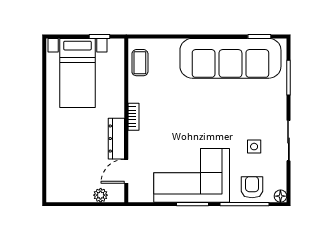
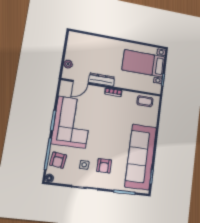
armchair: (252, 115) -> (104, 166), added
door: (126, 171) -> (81, 82), swing flipped
armchair: (252, 187) -> (58, 160), turned 97

